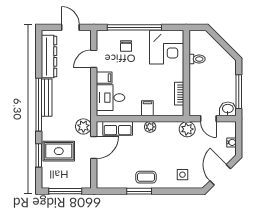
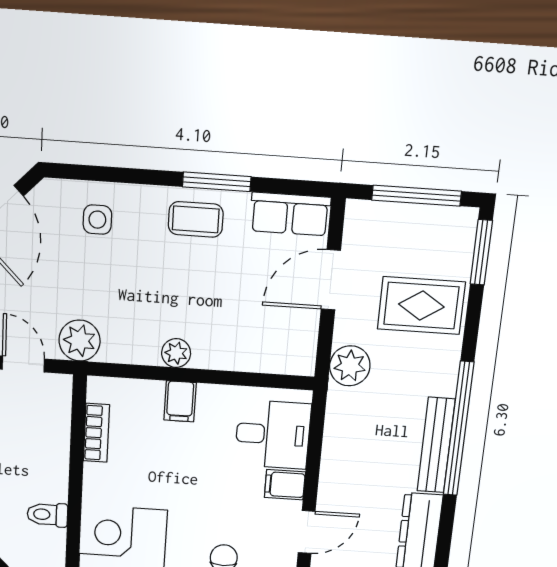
row of seats: (118, 128) -> (290, 214), moved, turned 180
door: (94, 147) -> (331, 280), moved
window: (39, 155) -> (481, 252), moved

